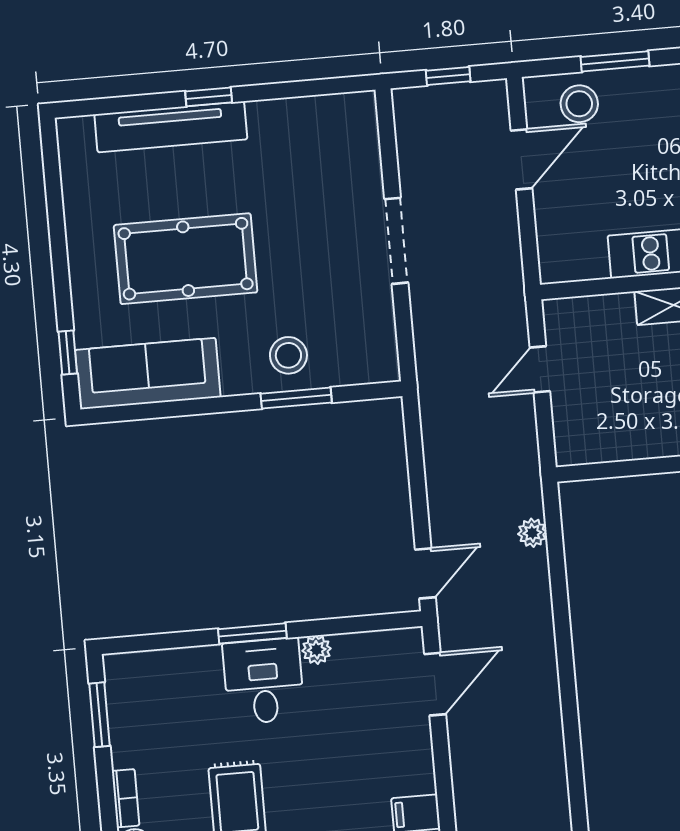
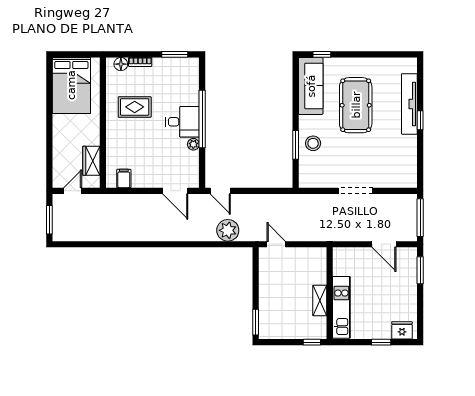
window: (615, 61) -> (420, 270), moved
window: (448, 76) -> (420, 218), width x2.17
stool: (579, 104) -> (404, 269), removed
door: (540, 369) -> (276, 244), moved
plant: (532, 533) -> (228, 230), width x1.87, depth x1.87
window: (252, 633) -> (202, 119), width x2.11

